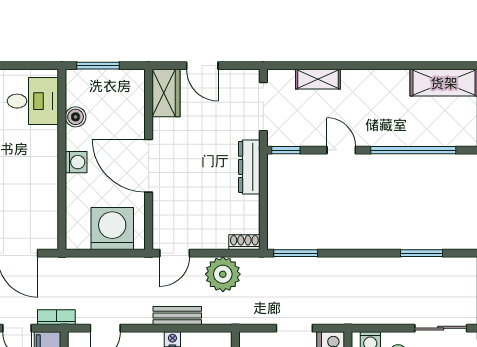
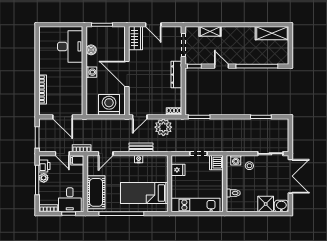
desk: (33, 101) -> (70, 46), width x1.37

